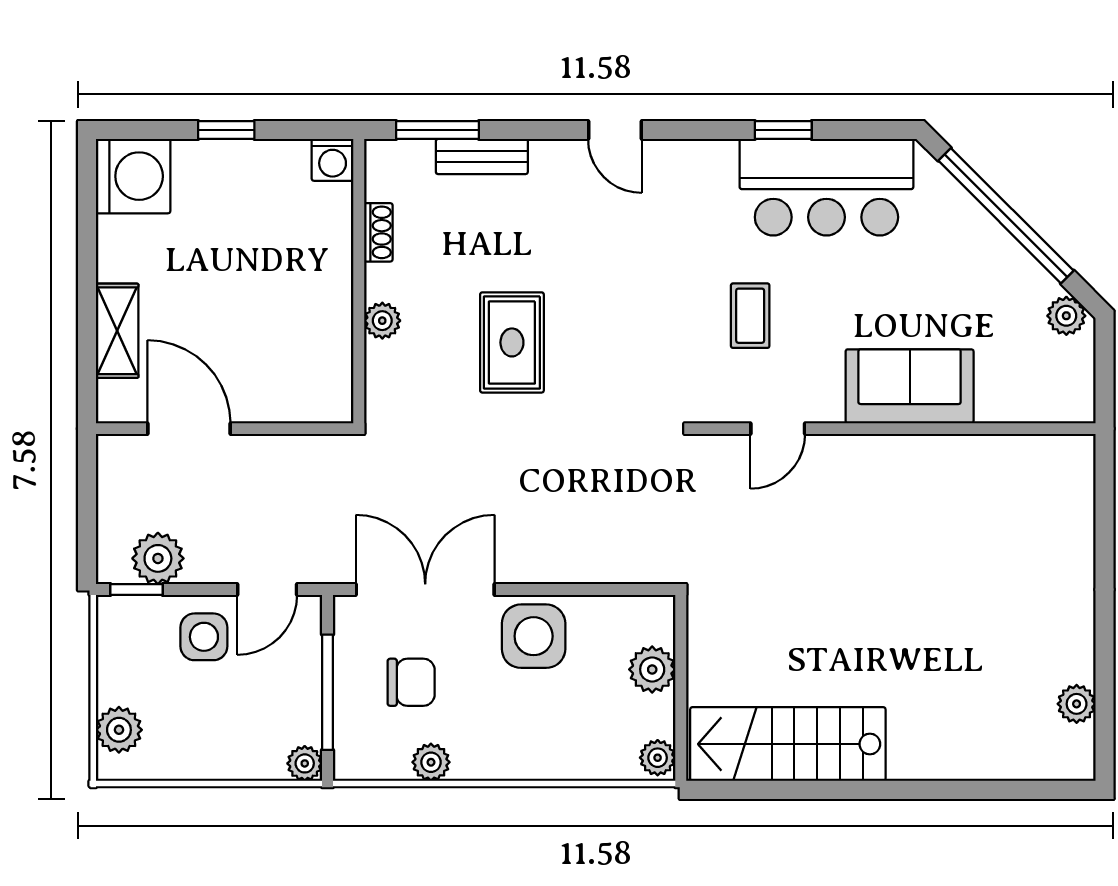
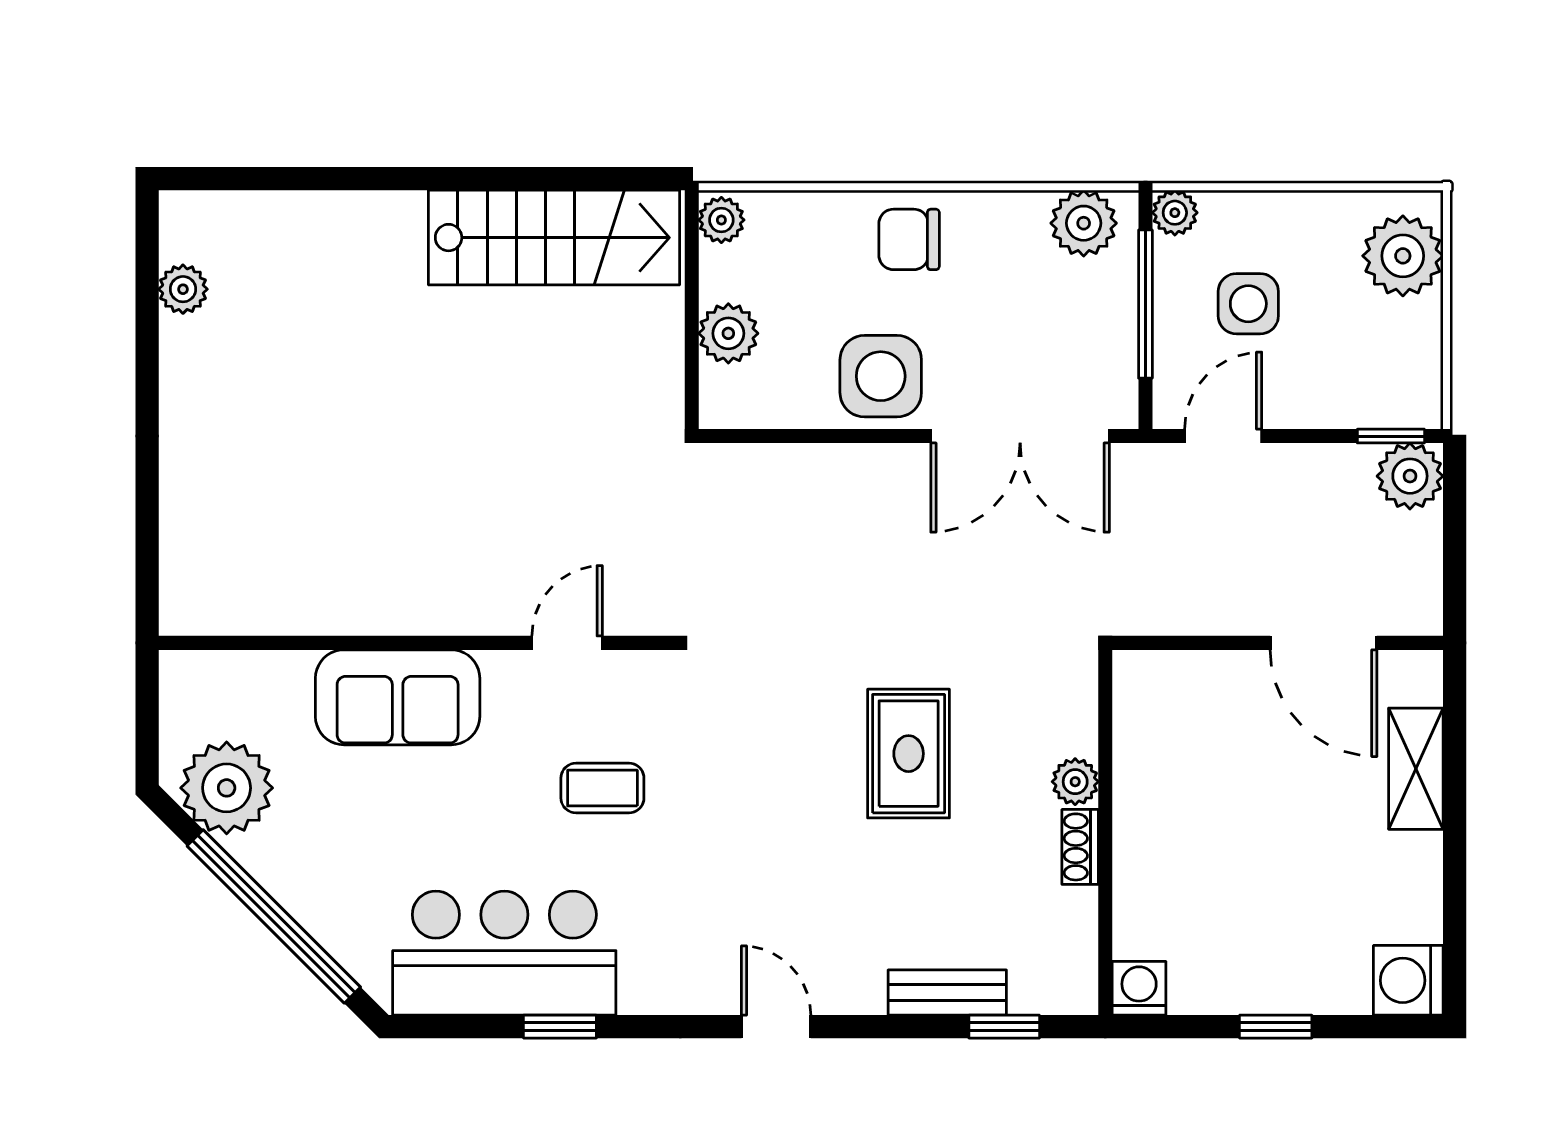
window: (438, 130) -> (1004, 1027), width x0.67
washing machine: (133, 176) -> (1408, 980), width x0.73, depth x0.73
shoe rack: (378, 232) -> (1080, 847), moved
coffee table: (750, 316) -> (602, 788), turned 90
plant: (1066, 316) -> (227, 788), width x1.88, depth x1.88
plant: (158, 558) -> (1410, 476), moved
side table: (204, 637) -> (1248, 304), moved
chair: (411, 682) -> (909, 239), moved
plant: (119, 730) -> (1403, 256), width x1.36, depth x1.36
plant: (431, 762) -> (1084, 223), moved, width x1.38, depth x1.38

